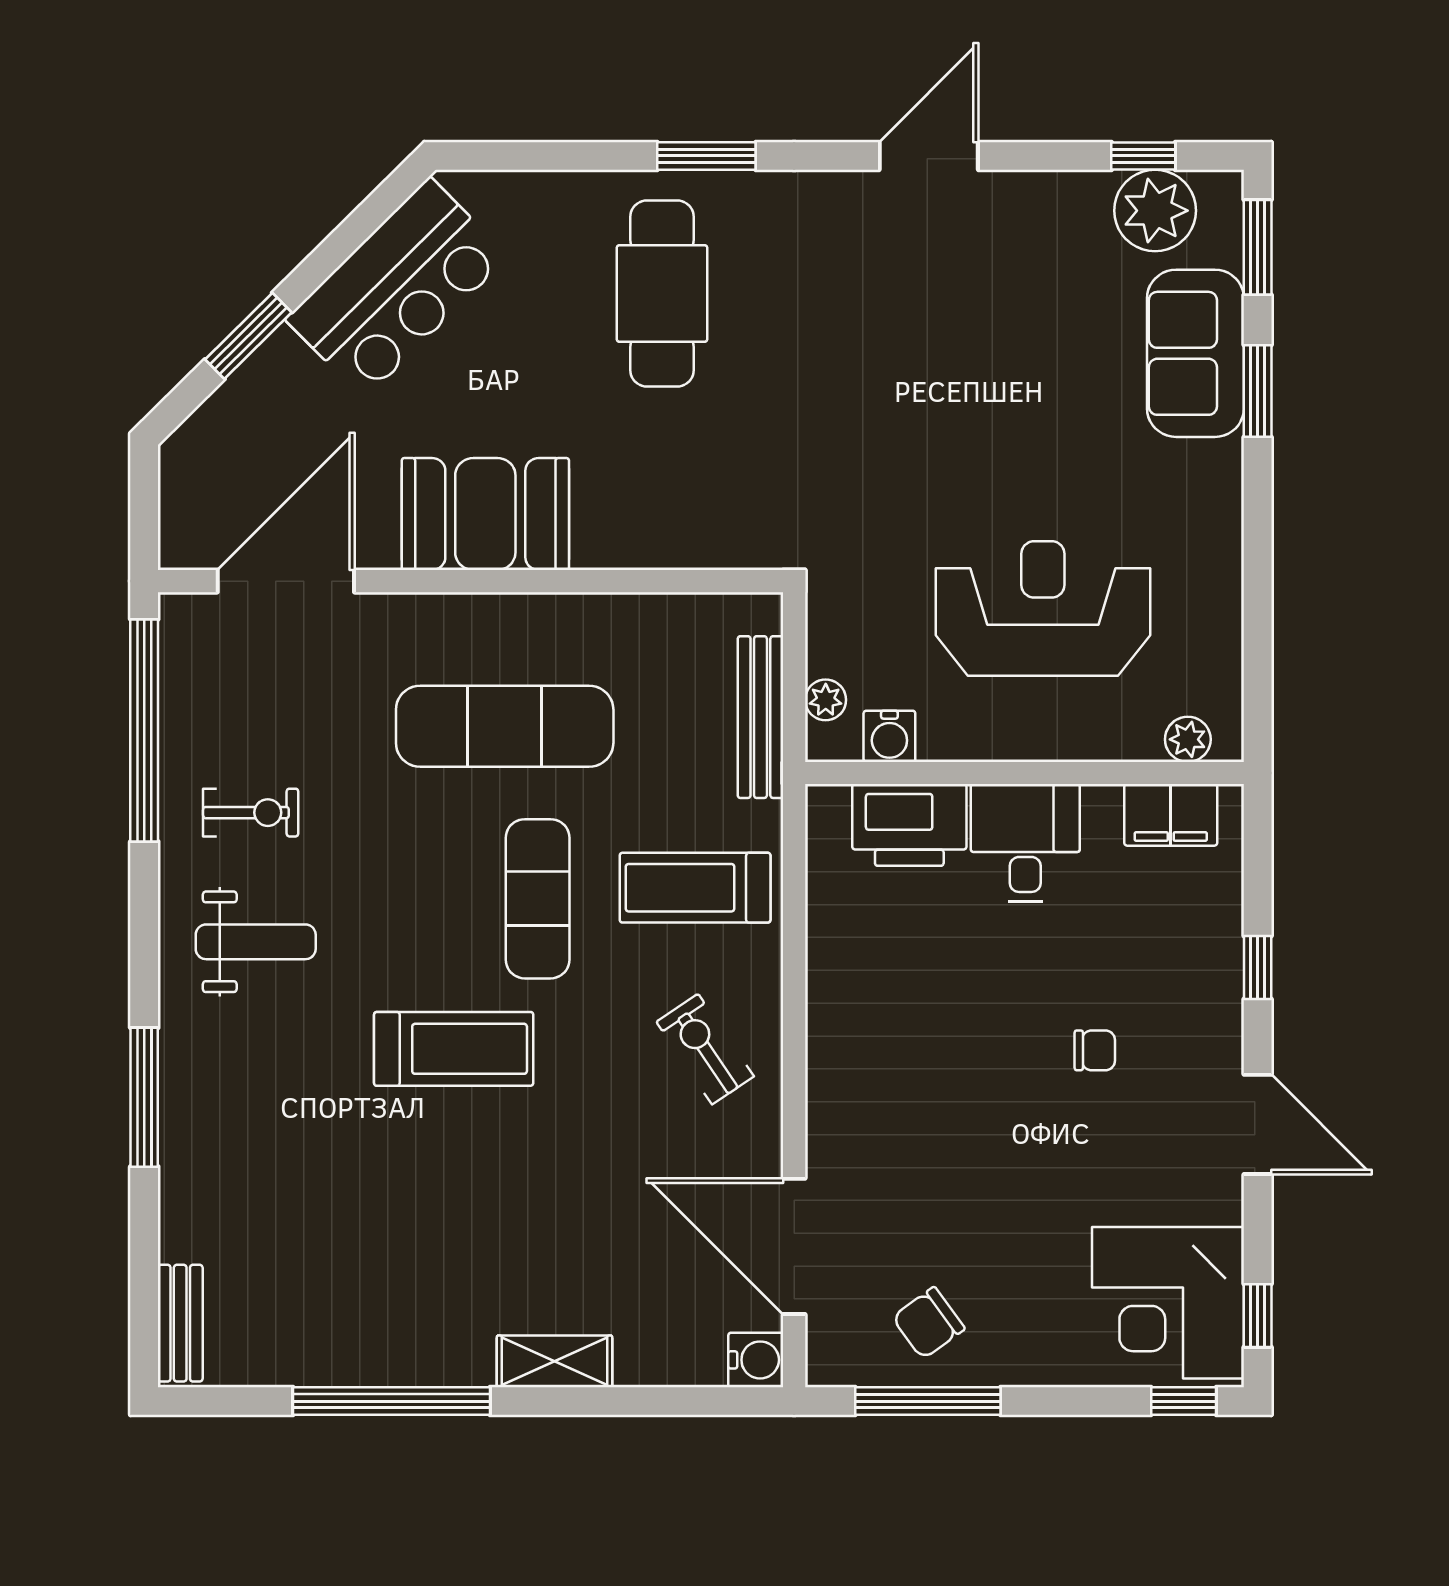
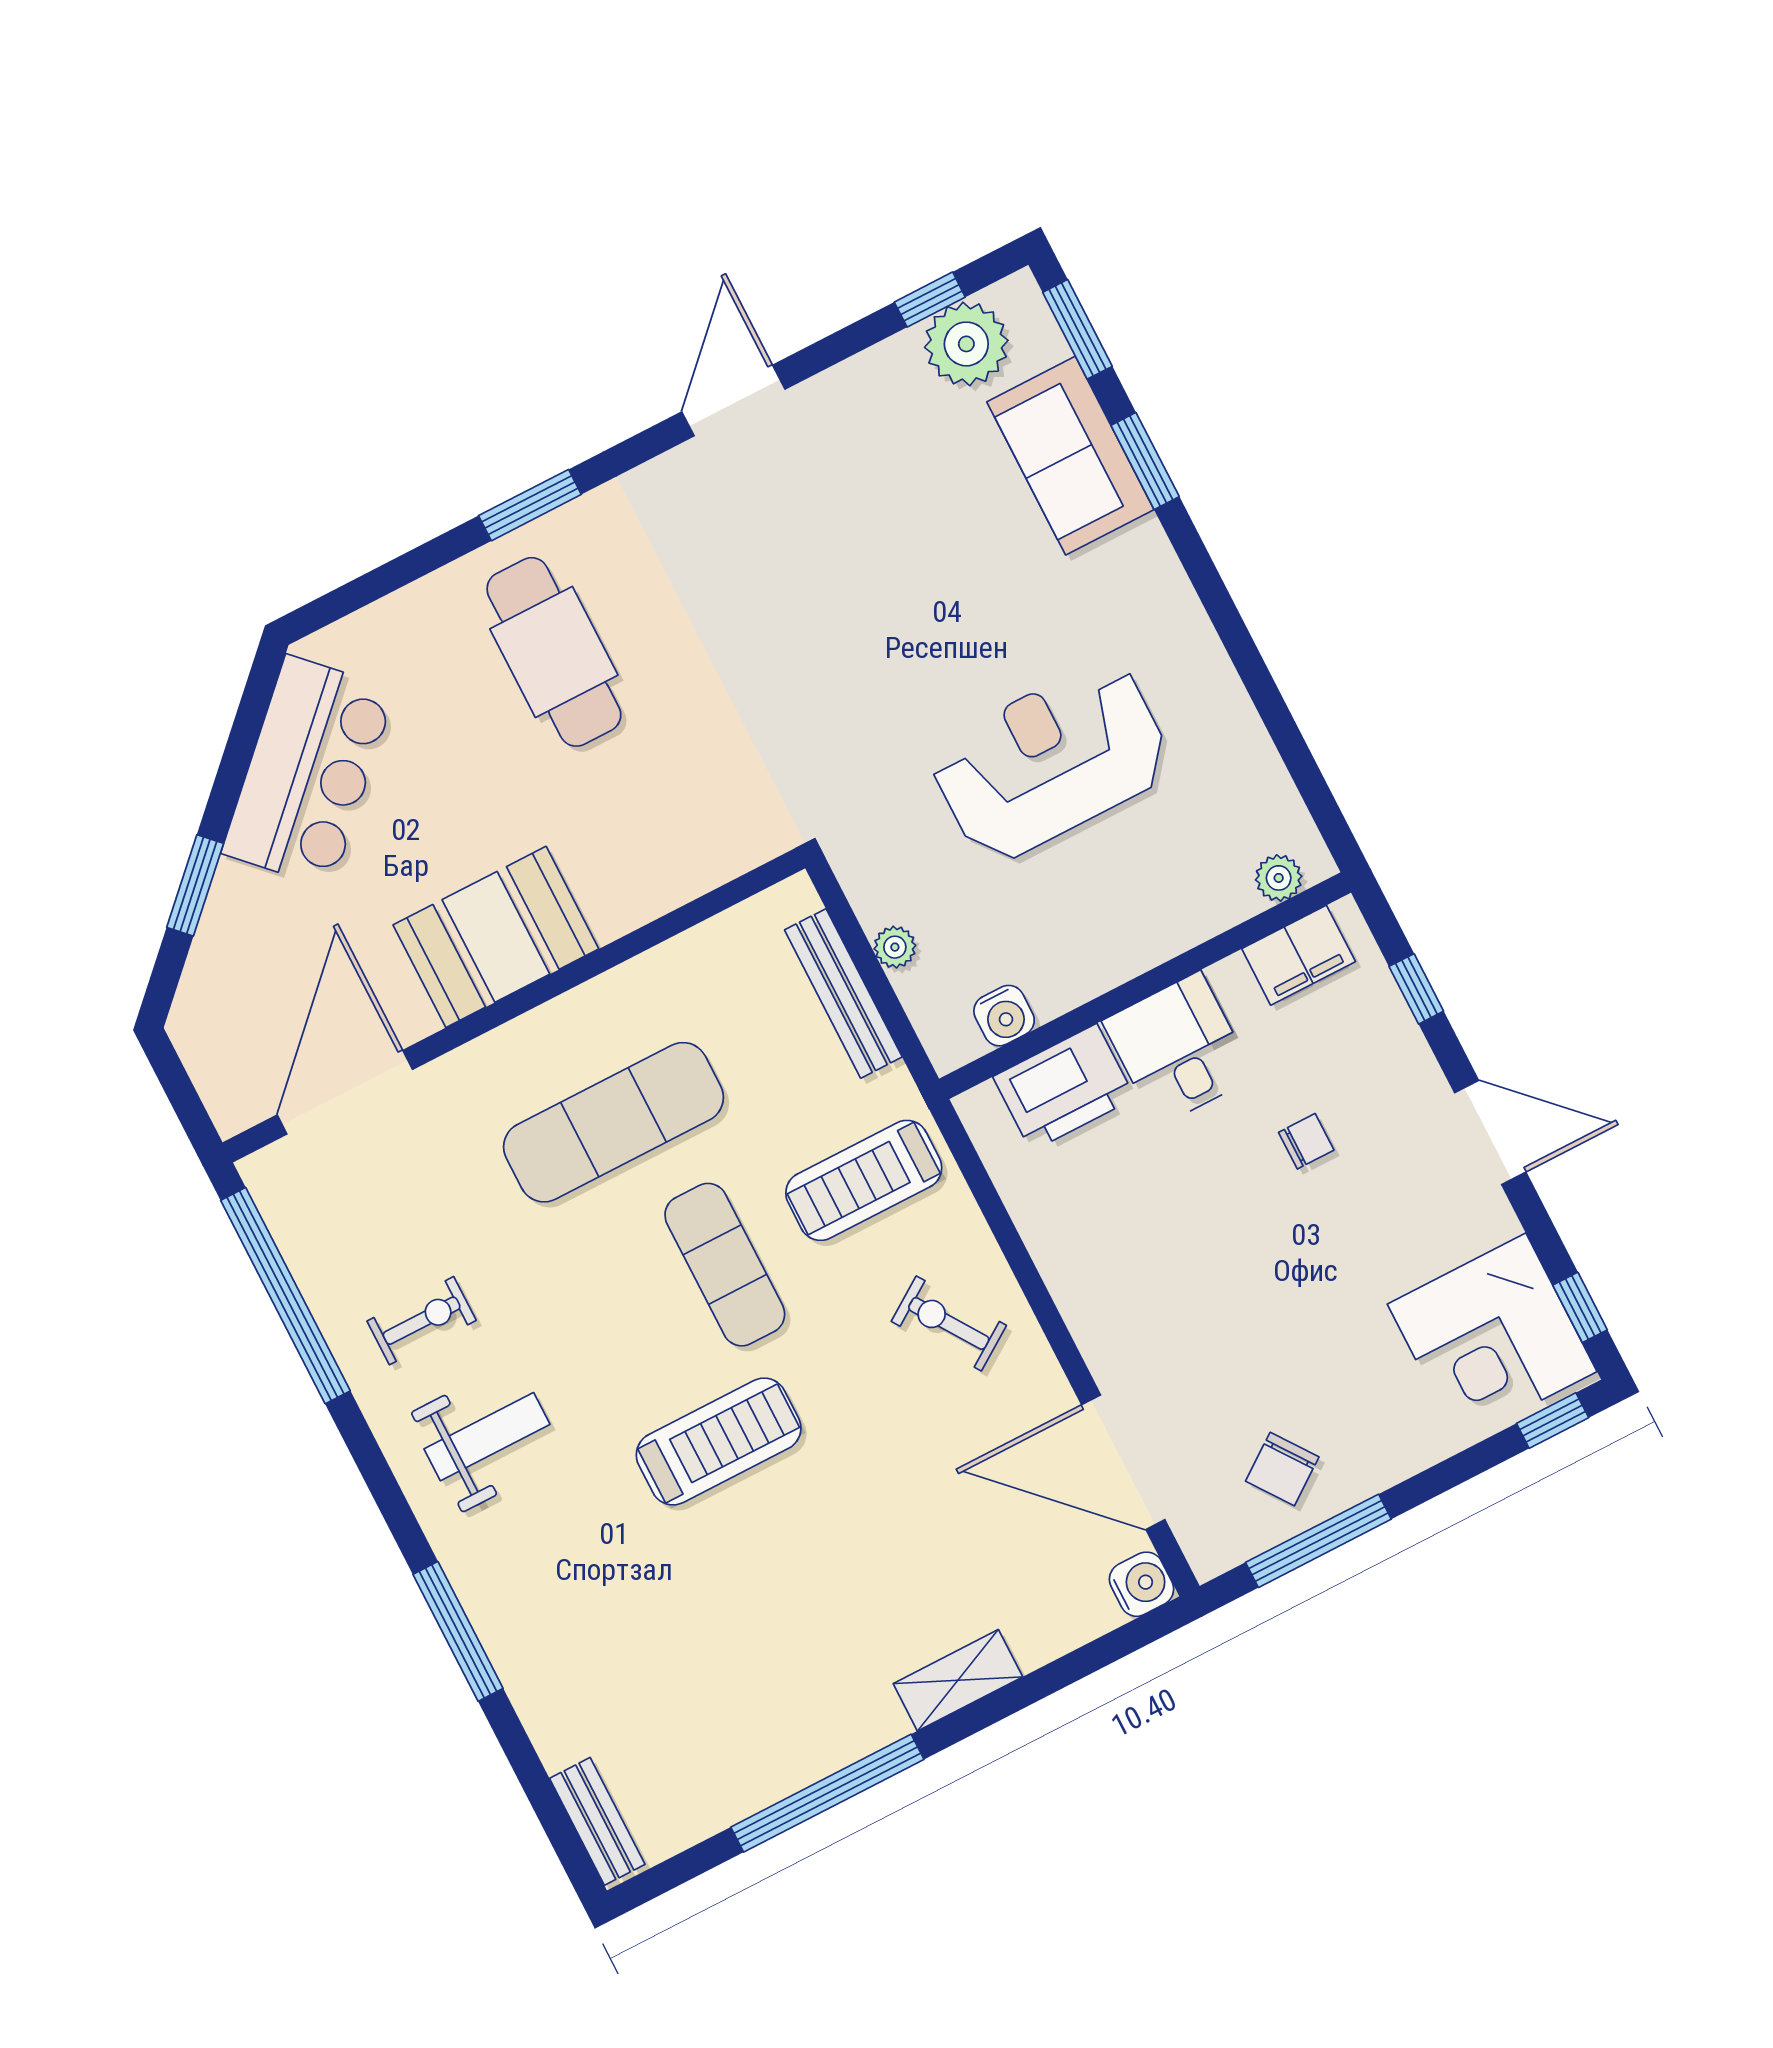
water cooler: (889, 736) -> (1004, 1016), moved
plant: (1188, 739) -> (1279, 878), moved
wall: (1024, 773) -> (1145, 986), moved
filing cabinet: (1171, 815) -> (1299, 955), moved
printer: (909, 825) -> (1064, 1087), moved
desk: (1025, 843) -> (1178, 1049), moved

